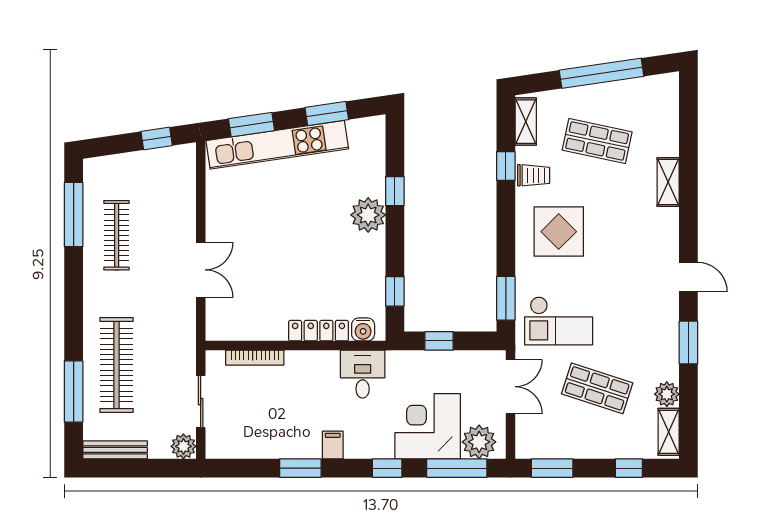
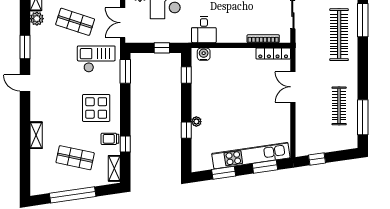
plant: (368, 215) -> (196, 122), width x0.53, depth x0.53
locker: (319, 331) -> (273, 54), moved

